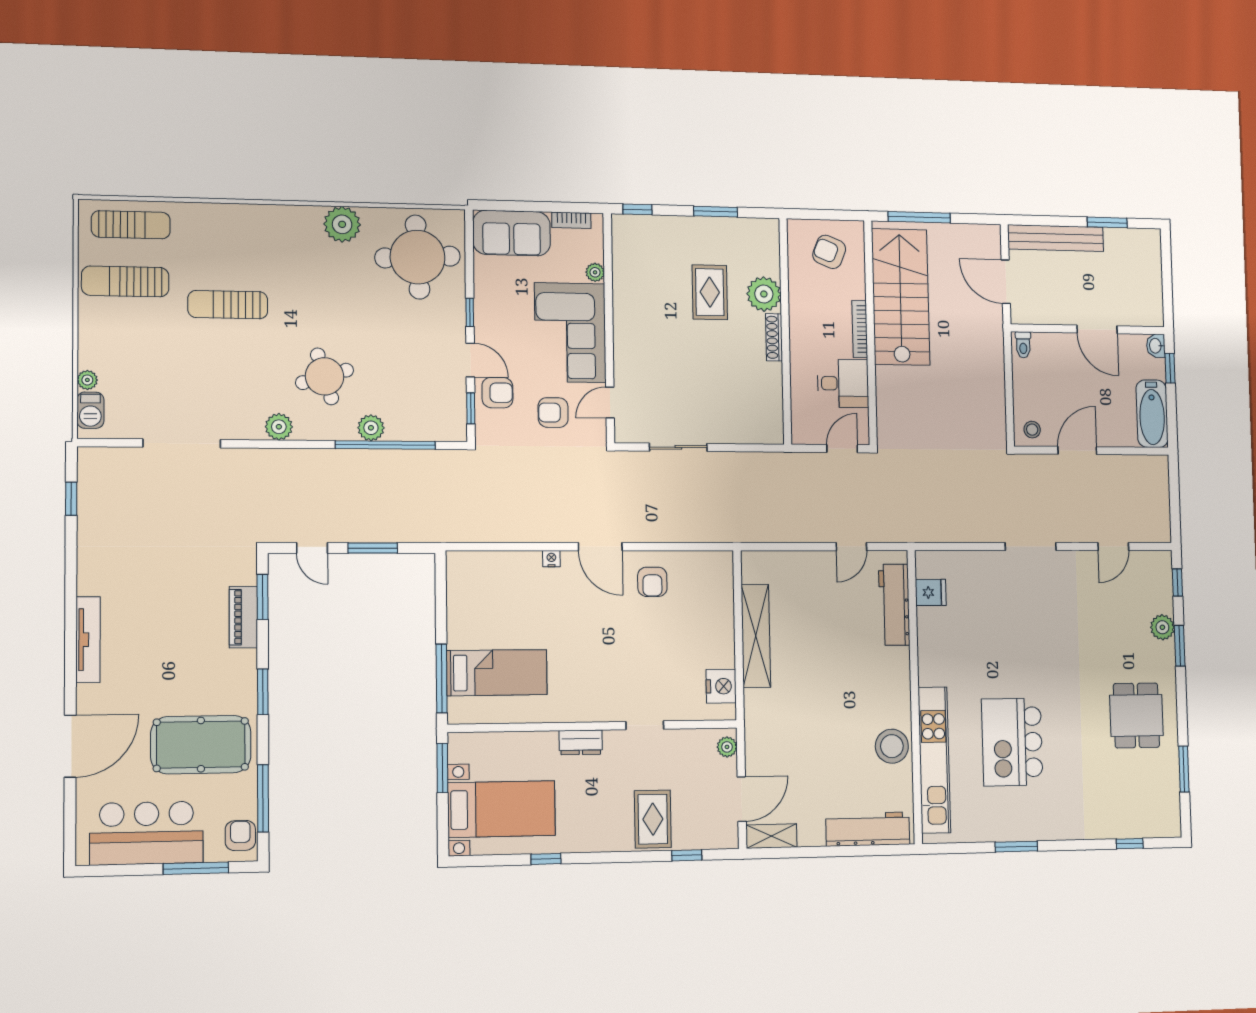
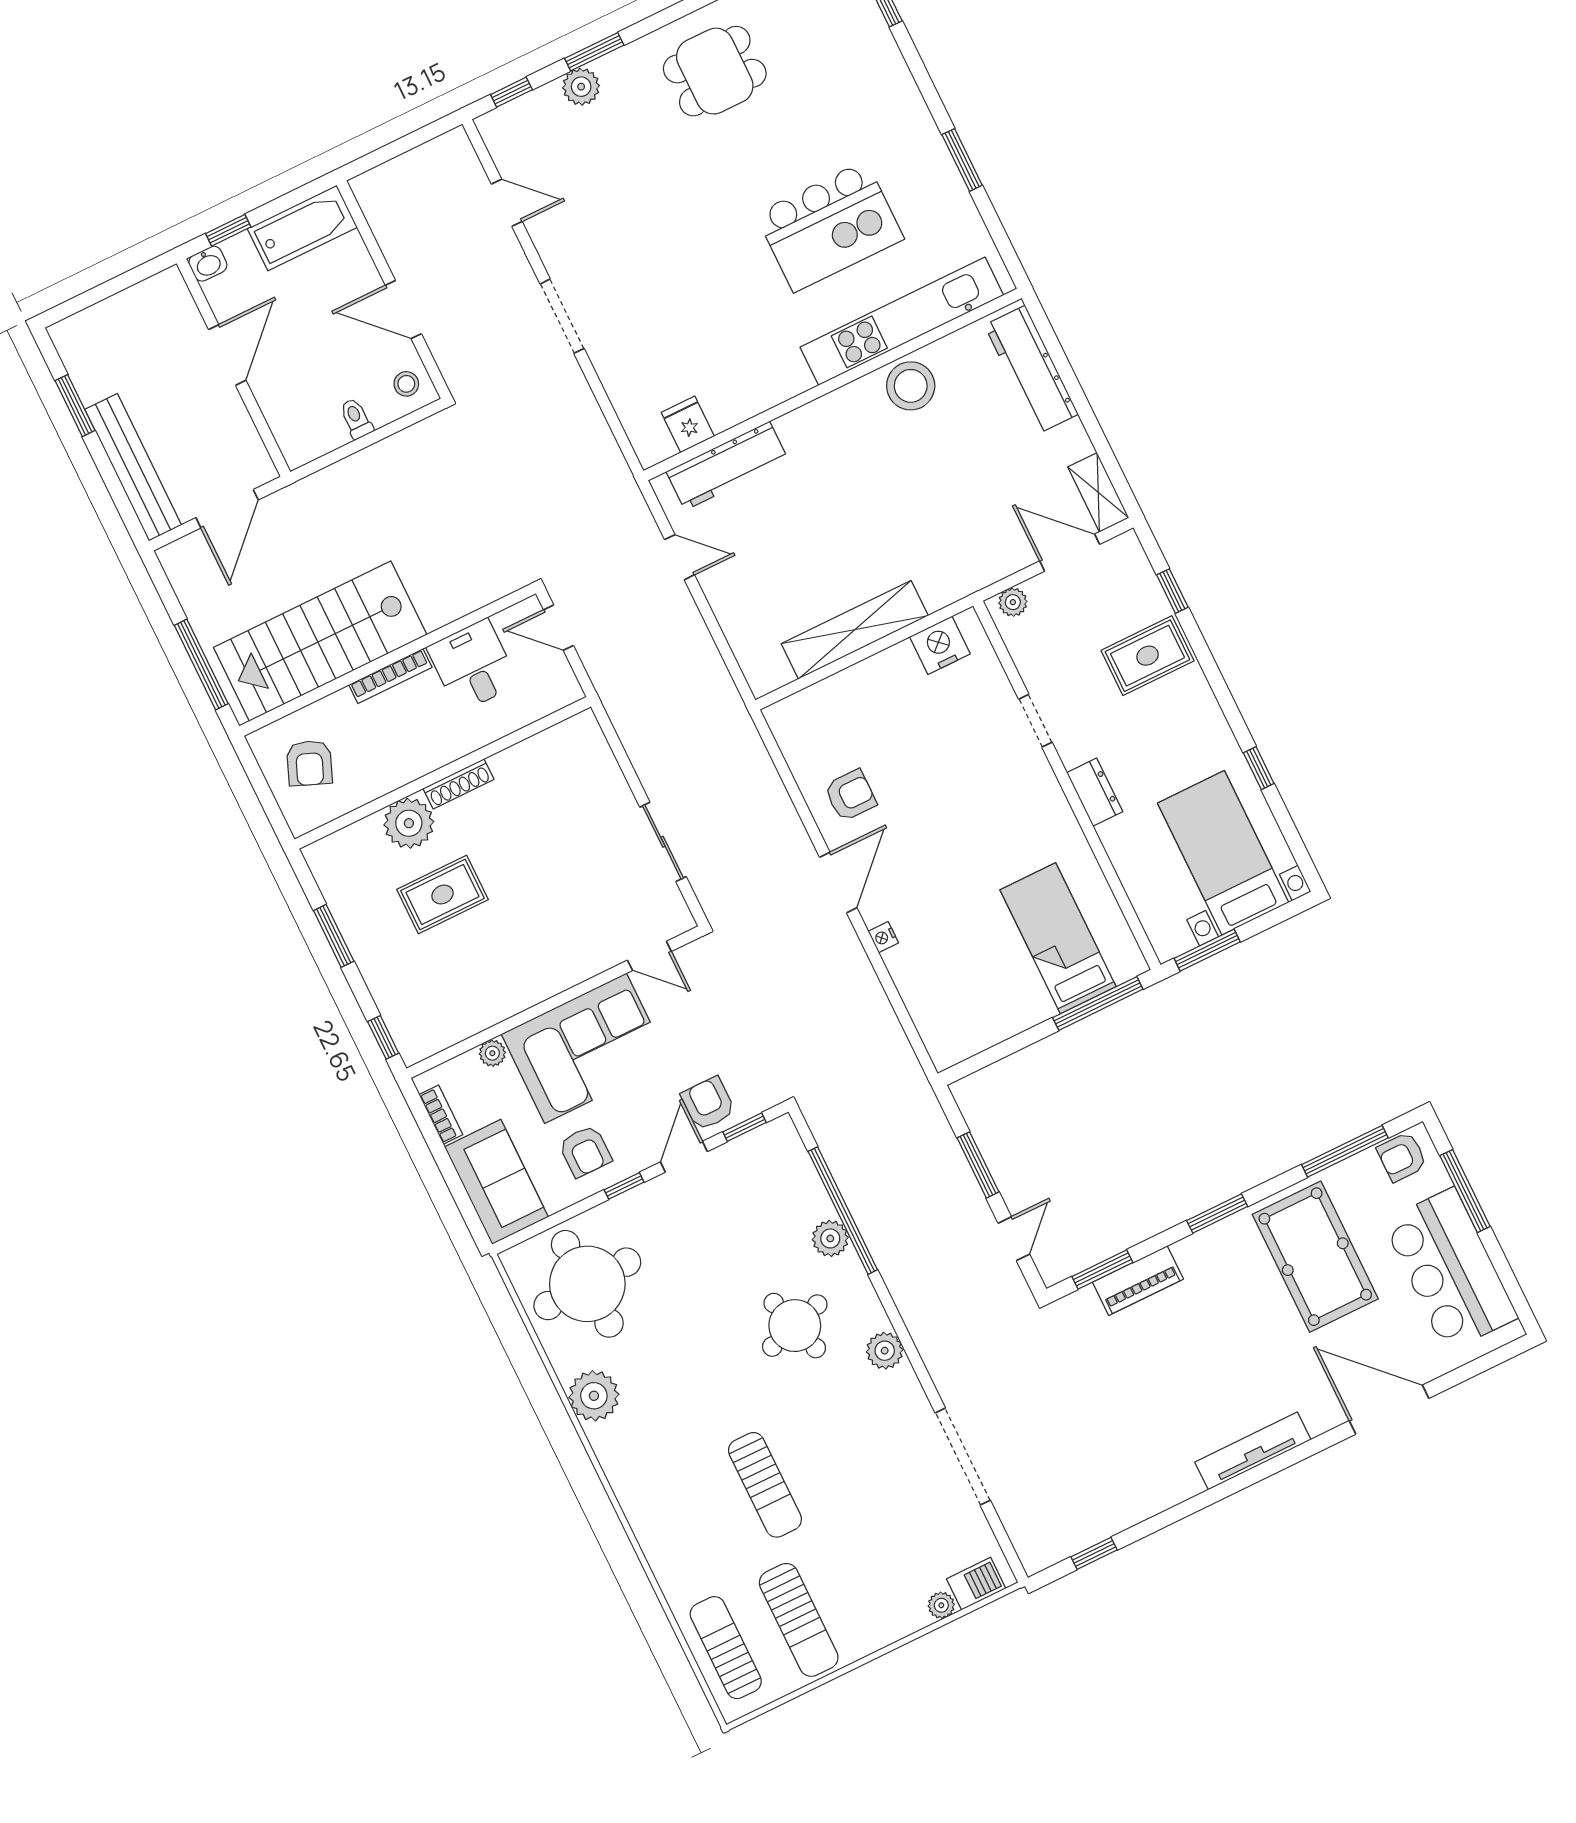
toilet: (1023, 345) -> (356, 419), moved, turned -90
armchair: (553, 413) -> (585, 1151), moved

